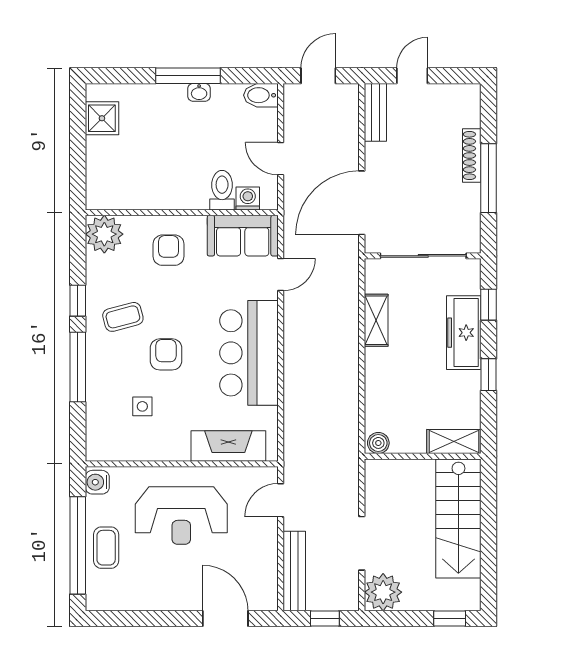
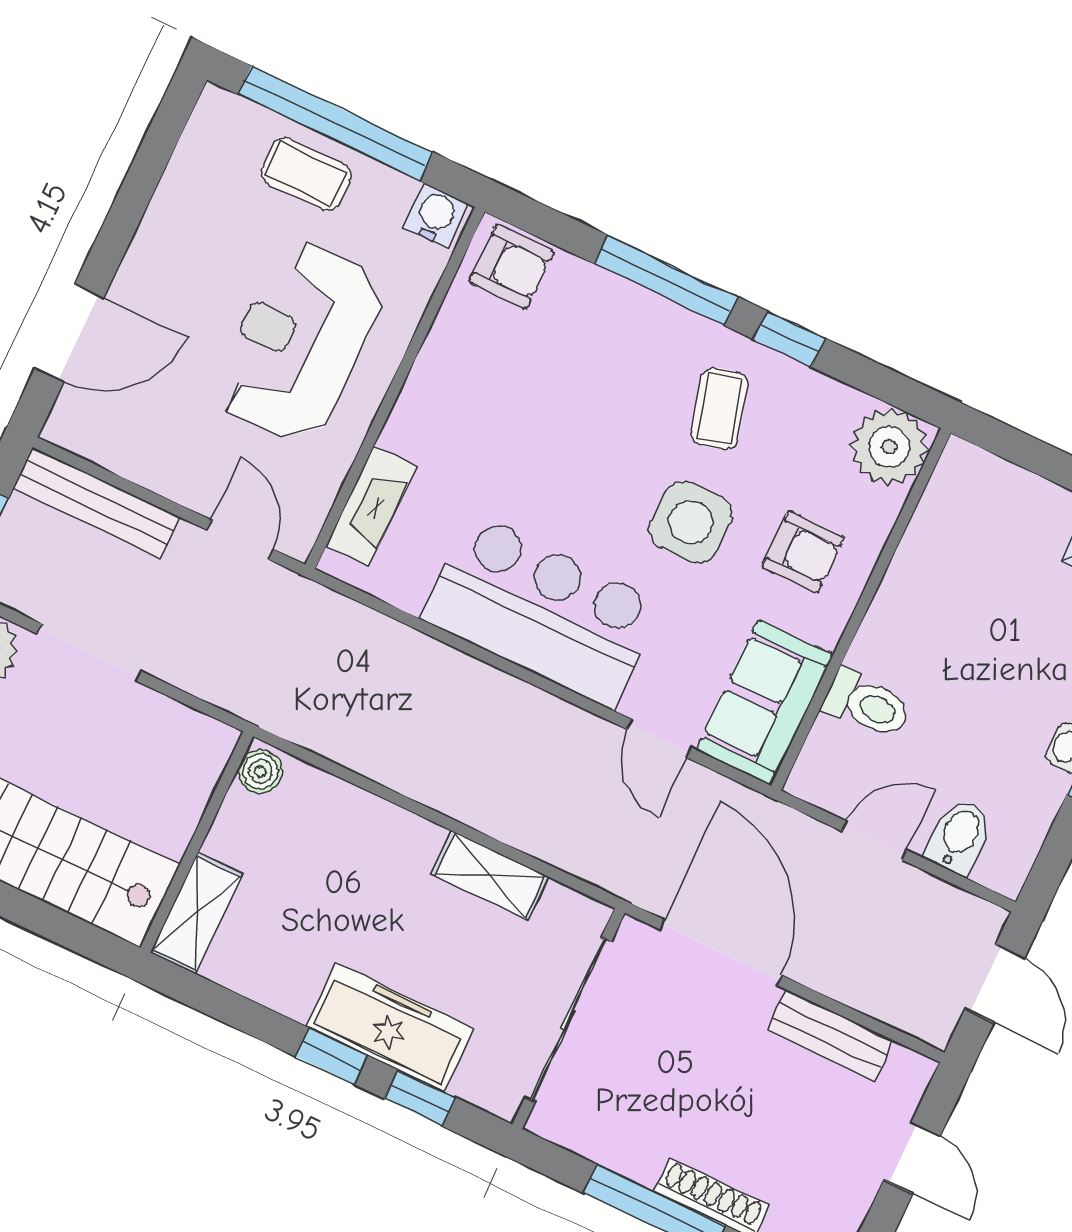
bidet: (261, 95) -> (959, 836), moved
bench: (375, 112) -> (830, 1035), moved
washing machine: (248, 199) -> (829, 744), removed
armchair: (166, 354) -> (511, 267), moved
window: (489, 375) -> (332, 1056), moved
side table: (142, 406) -> (691, 522), moved, width x1.87, depth x1.87
fireplace: (228, 446) -> (371, 506), width x0.73, depth x0.76

